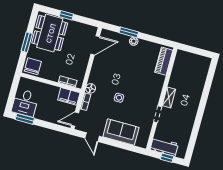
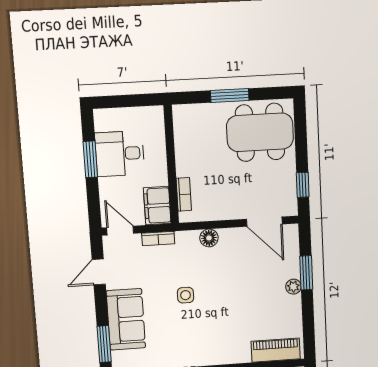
window: (66, 15) -> (303, 185), moved
chair: (33, 66) -> (190, 122), removed
floor lamp: (91, 88) -> (209, 238), moved
desk: (25, 103) -> (120, 154), moved
window: (25, 119) -> (90, 159), moved
window: (130, 147) -> (104, 344), added

